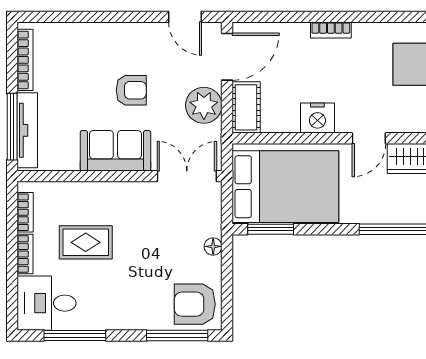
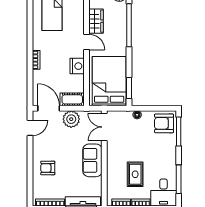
armchair: (131, 90) -> (48, 168), moved, turned -90
armchair: (195, 304) -> (164, 123), turned 90

